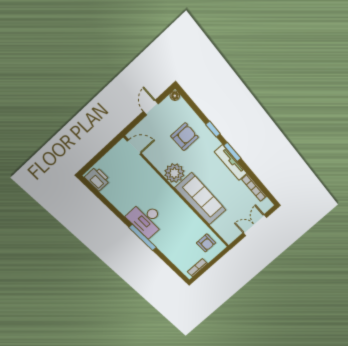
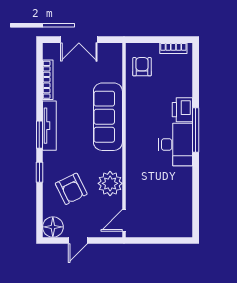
floor lamp: (175, 96) -> (53, 227), width x1.89, depth x1.89
armchair: (185, 137) -> (71, 189), turned -116
door: (134, 147) -> (124, 220), hinge flipped
plant: (174, 173) -> (110, 183), moved
printer: (97, 179) -> (182, 110), moved

